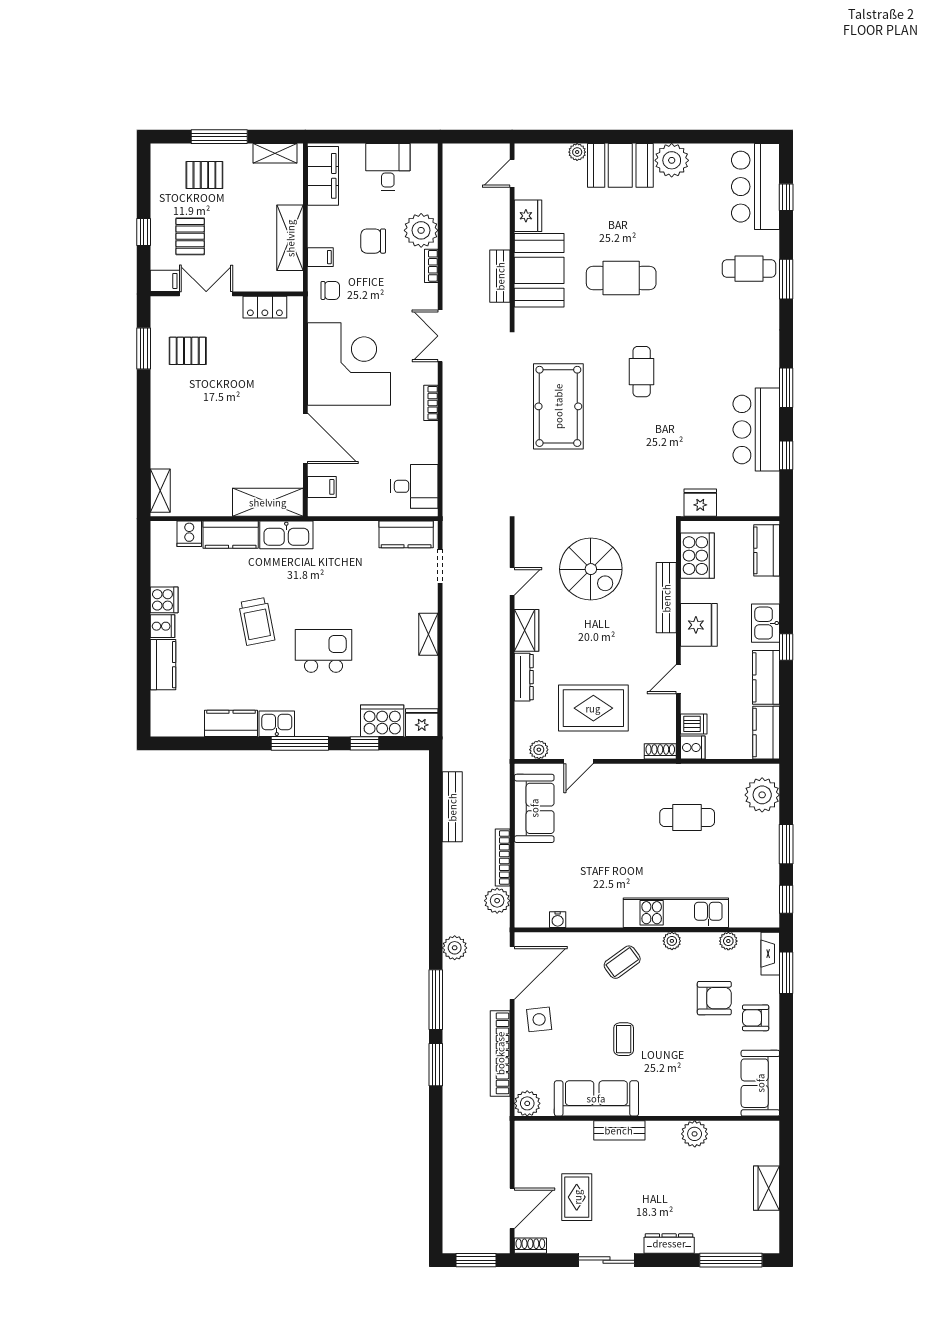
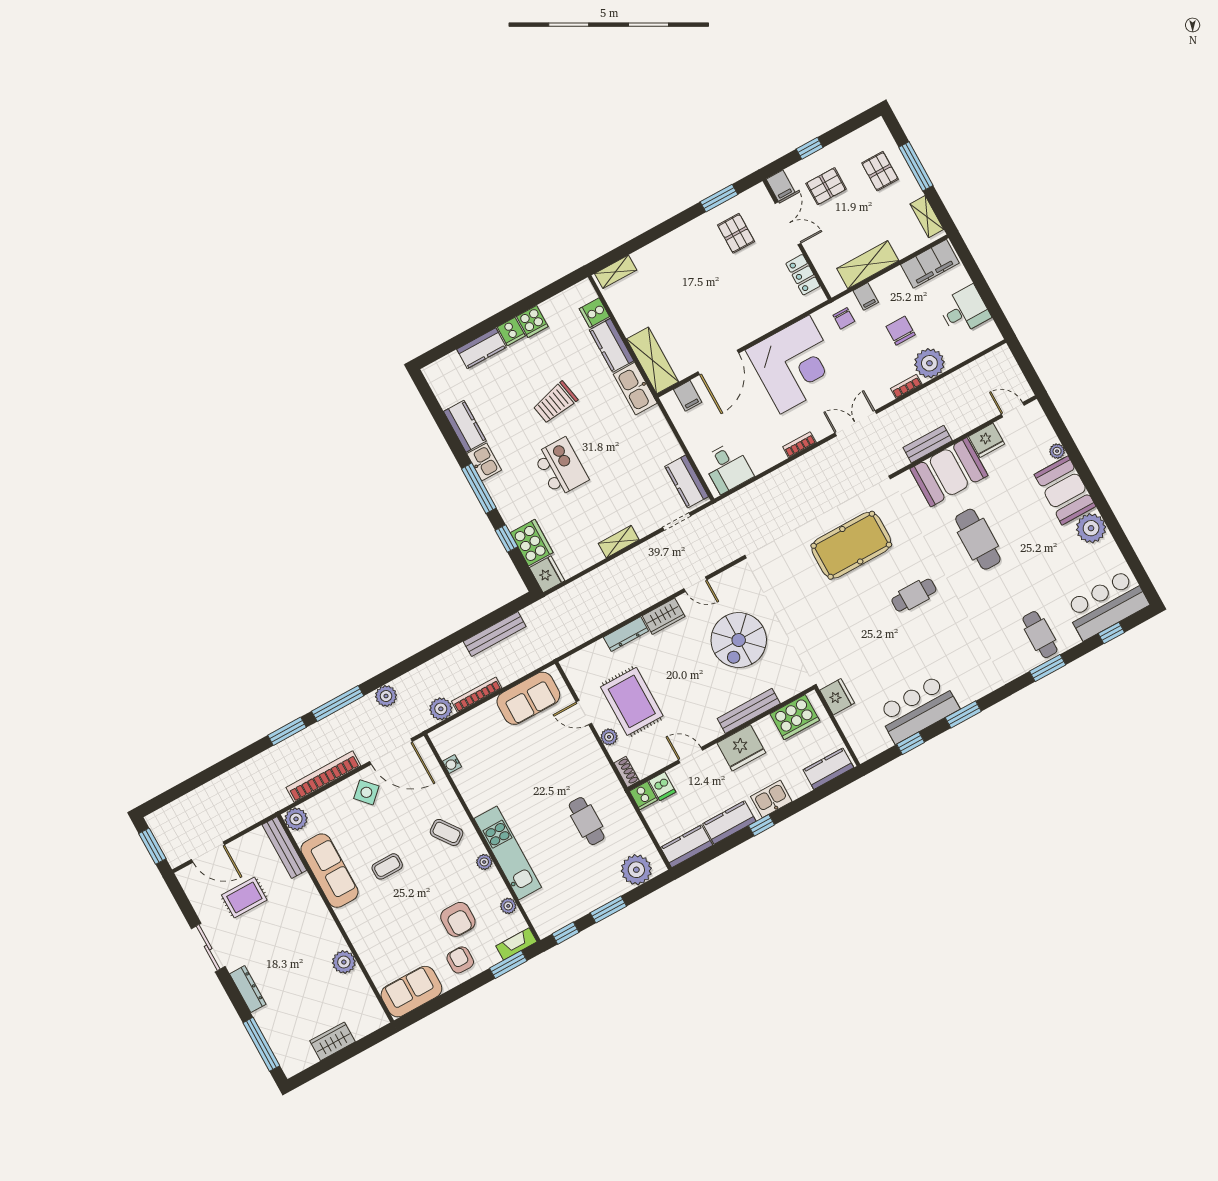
plant: (539, 750) -> (609, 737), moved
side table: (539, 1019) -> (366, 792), turned -37
bench: (619, 1130) -> (284, 848), moved, width x1.36
shoe rack: (530, 1246) -> (187, 882), removed

